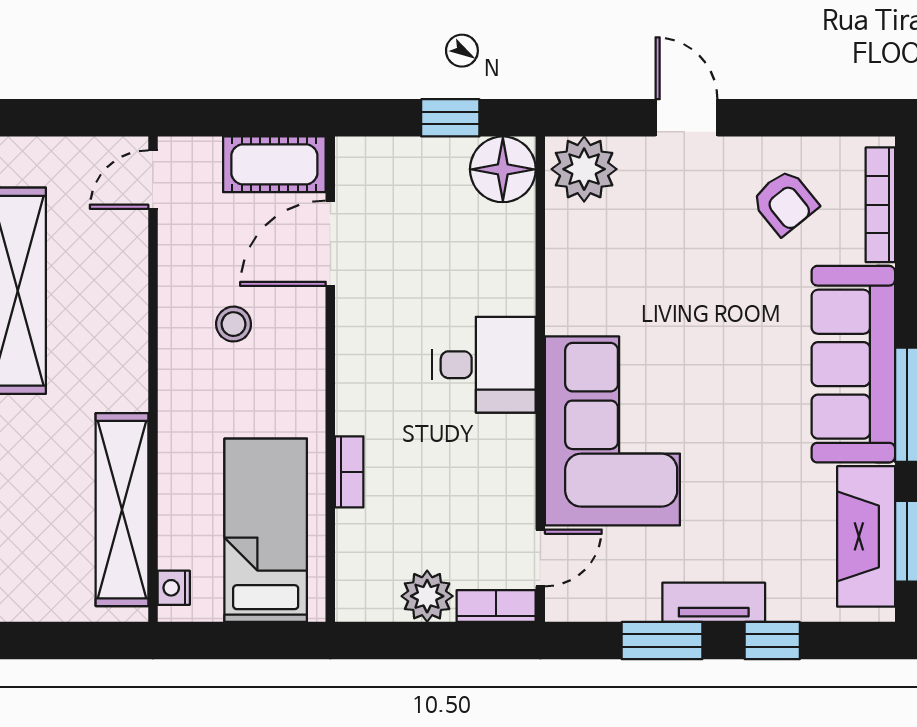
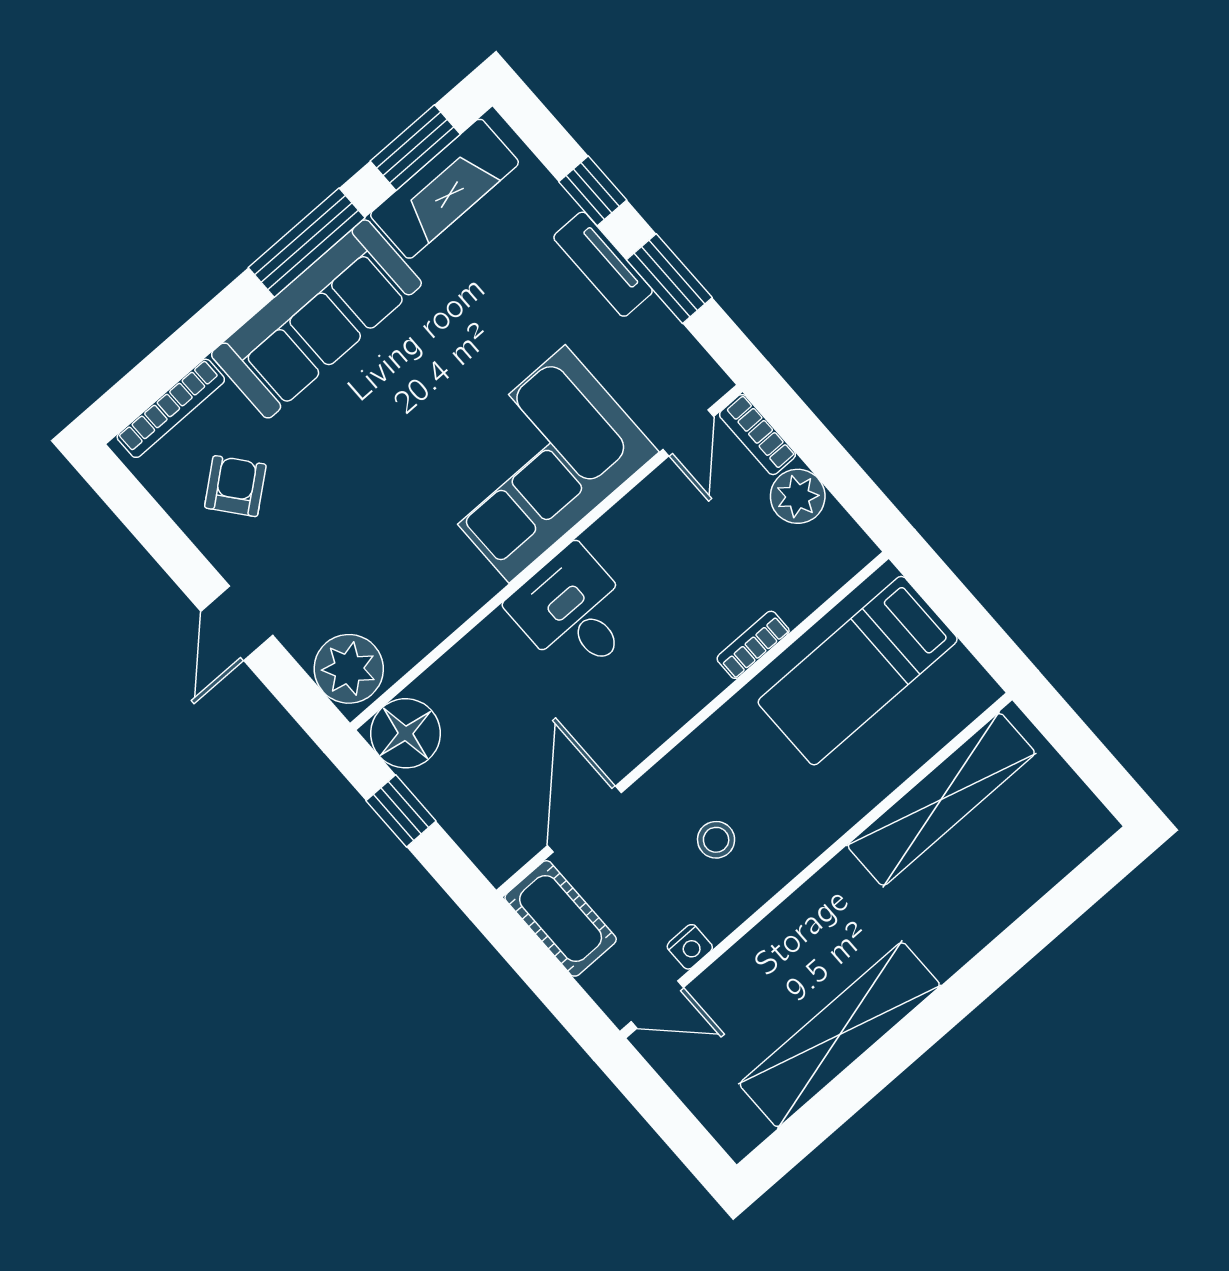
door: (330, 243) -> (584, 819), swing flipped
door: (540, 558) -> (688, 433), swing flipped
nightstand: (174, 588) -> (690, 947), moved

